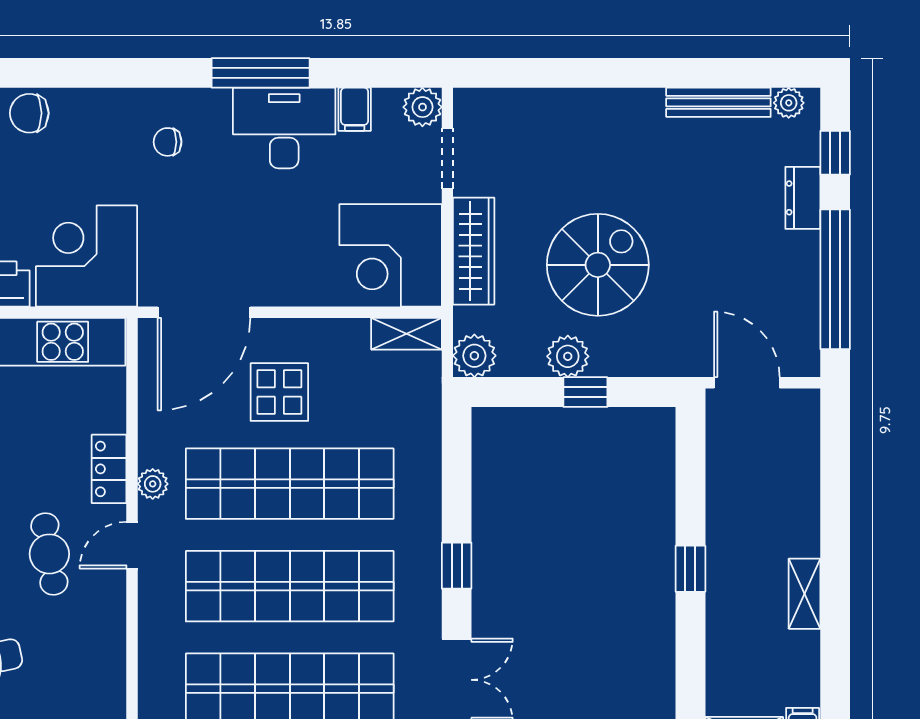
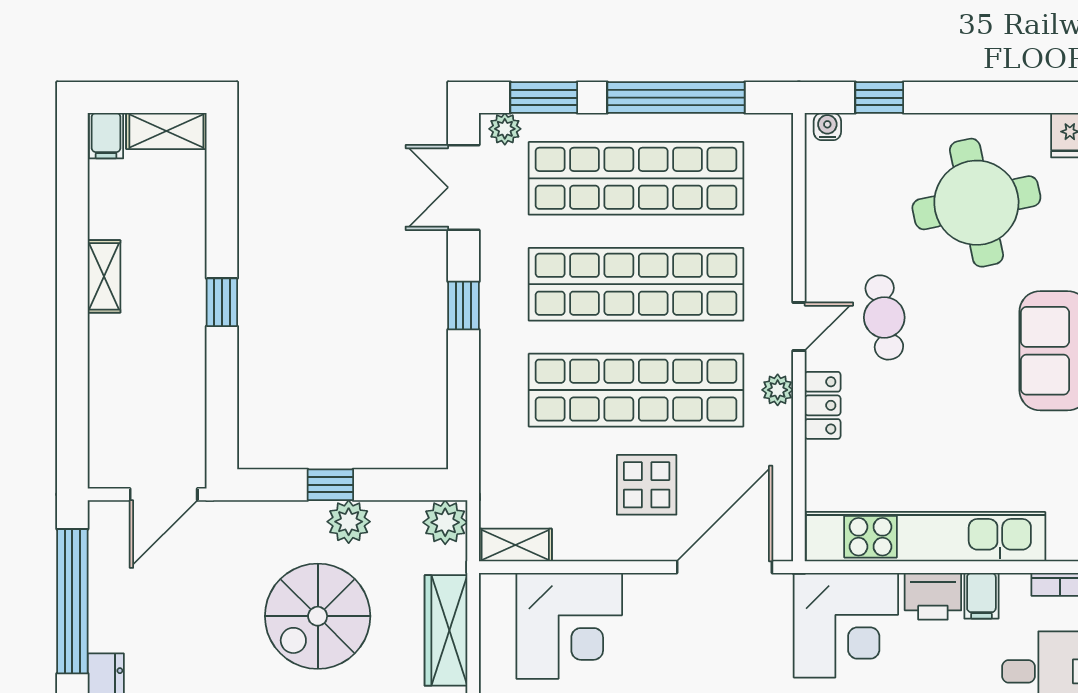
corner desk: (391, 255) -> (569, 626), moved, turned 90
door: (747, 383) -> (164, 494), hinge flipped

